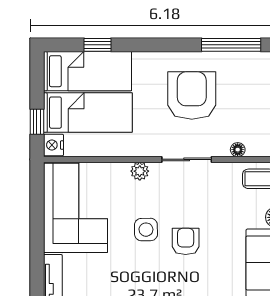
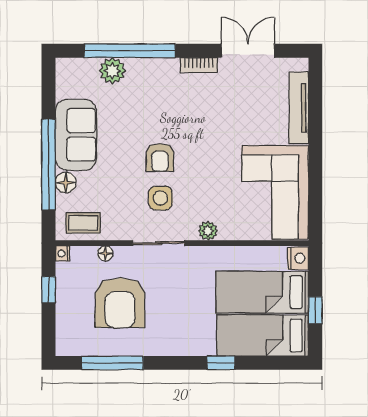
window: (98, 45) -> (221, 363), moved
armchair: (192, 96) -> (120, 303), moved
window: (37, 122) -> (315, 310), moved
side table: (146, 230) -> (160, 198), moved

